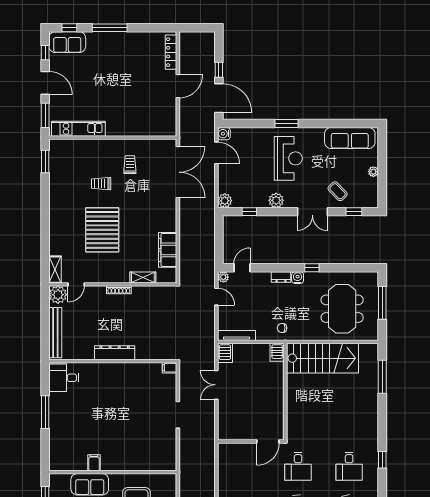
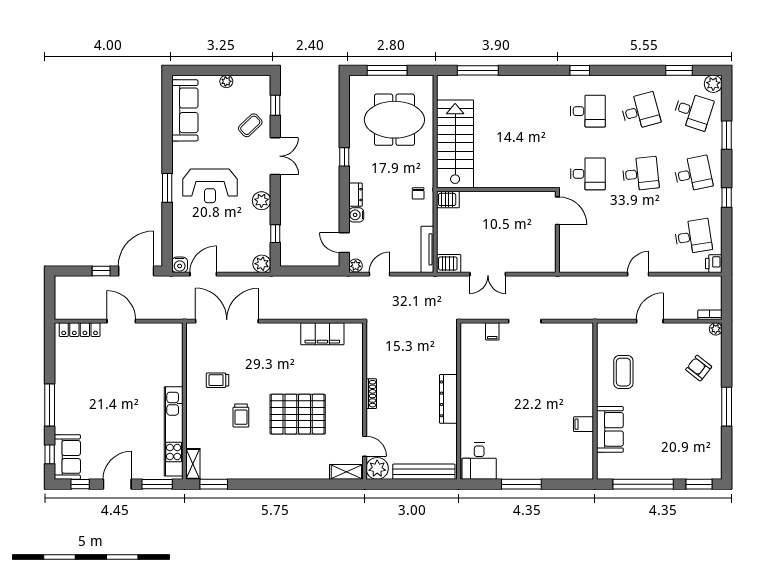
kitchen unit: (78, 129) -> (174, 431), width x1.36
reception desk: (288, 158) -> (210, 186), turned 180
shelving: (143, 277) -> (193, 464), moved
water cooler: (298, 278) -> (356, 215), moved
filing cabinet: (170, 368) -> (492, 331), moved

